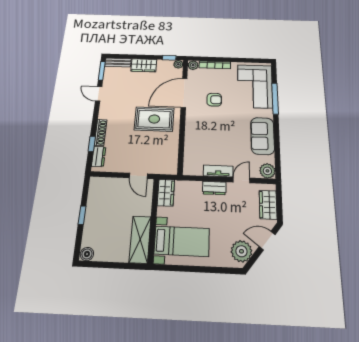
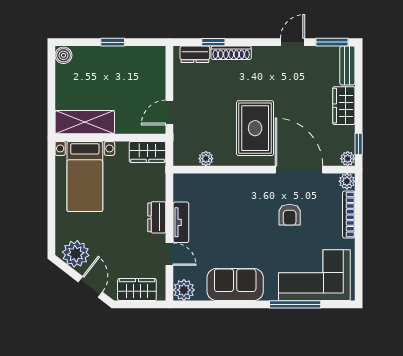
plant: (173, 152) -> (206, 159), added

